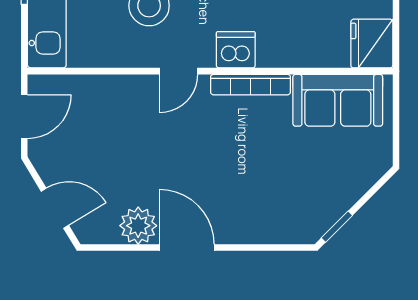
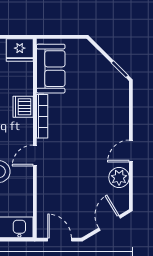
dishwasher: (236, 50) -> (23, 107), moved
door: (179, 71) -> (35, 155), swing flipped
door: (187, 247) -> (131, 151), width x0.73

